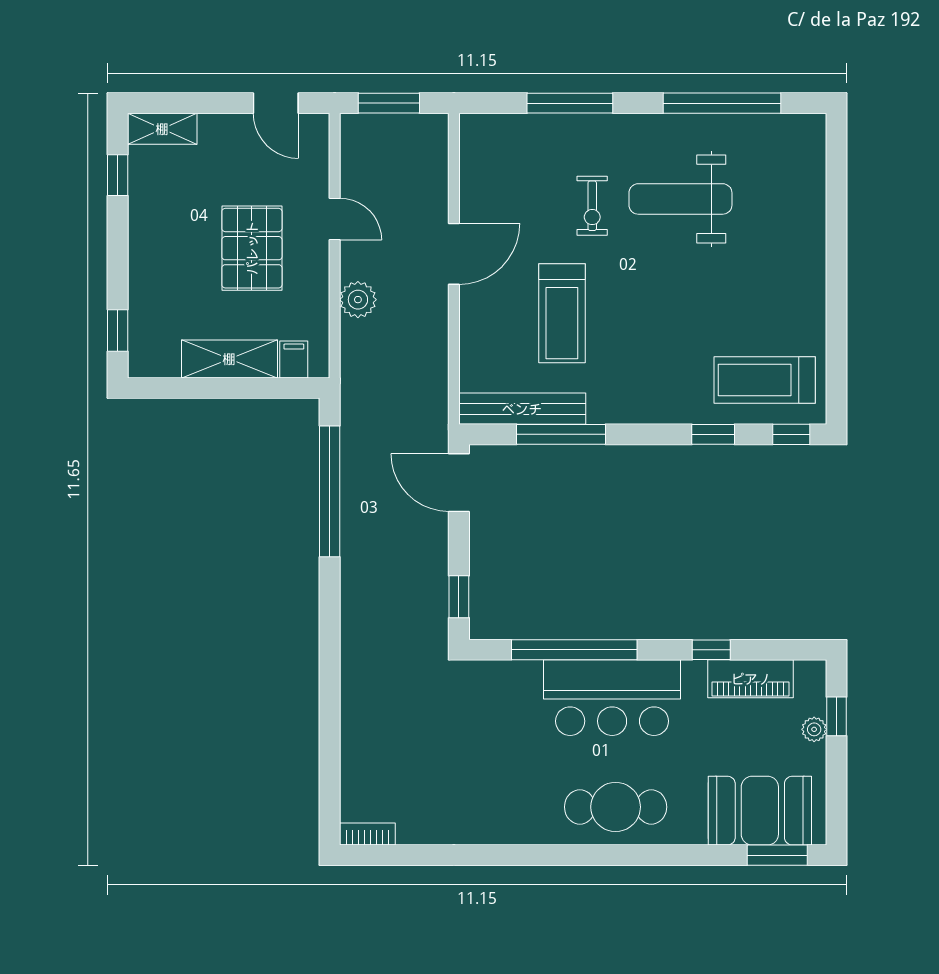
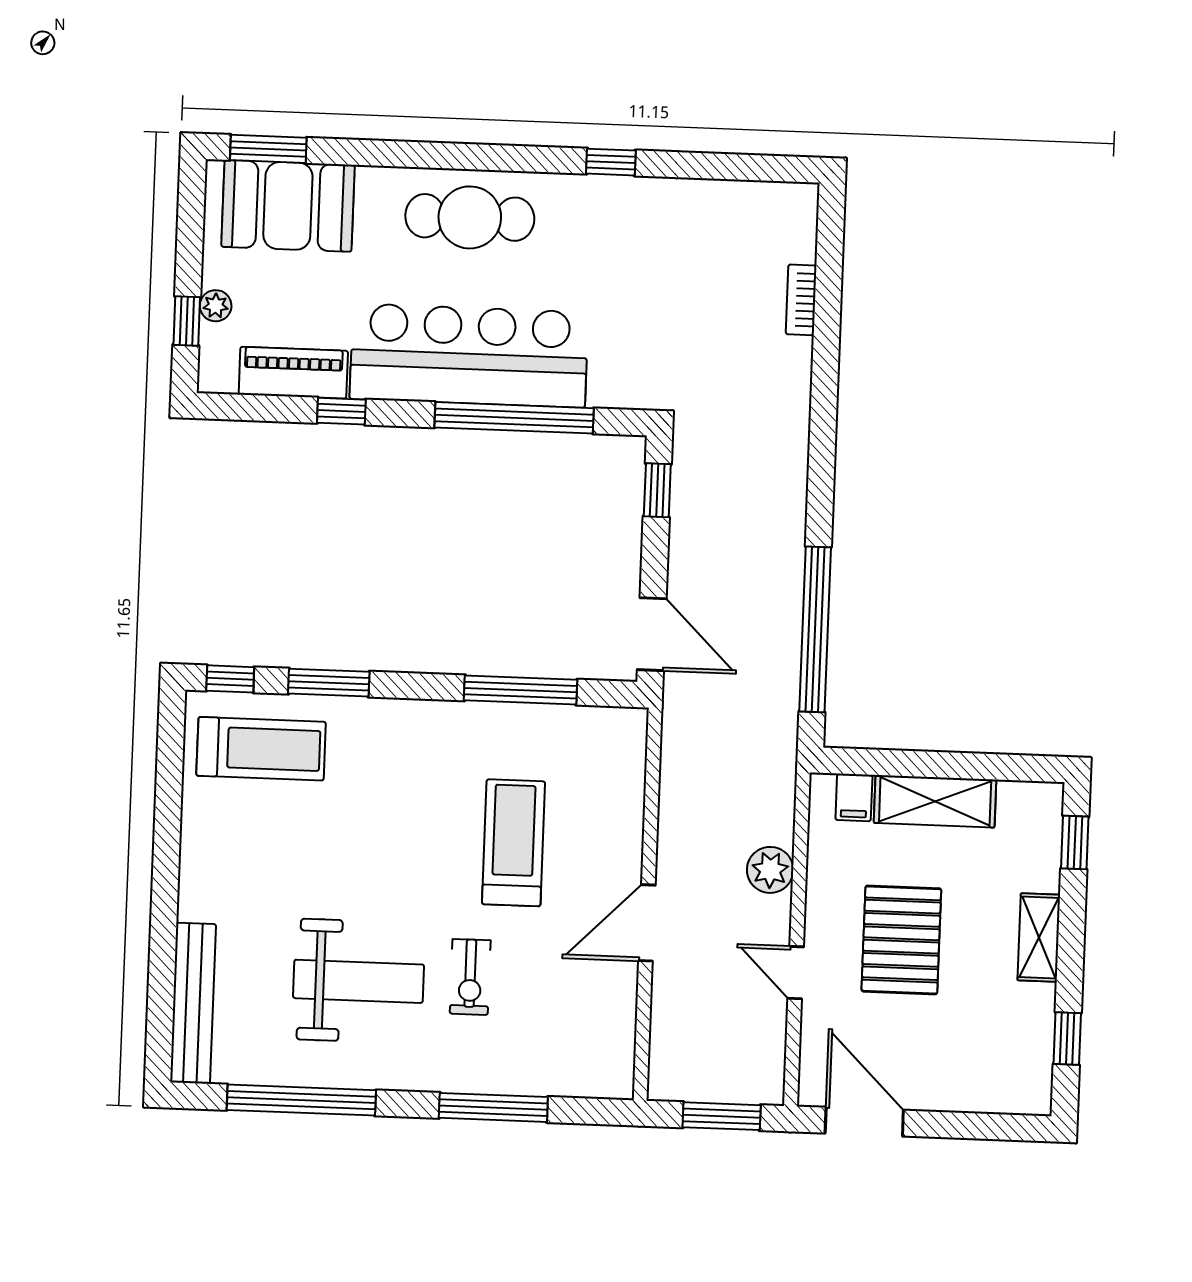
door: (276, 103) -> (864, 1122), width x1.38
shelving: (162, 129) -> (1039, 938), moved, turned 90
exercise bike: (592, 206) -> (470, 977), turned 180
bench: (522, 409) -> (193, 1003), moved, turned 90
window: (713, 434) -> (329, 683), width x1.50
bar counter: (612, 698) -> (469, 356), width x1.36
bookcase: (367, 834) -> (801, 300), moved, turned 90
window: (506, 855) -> (611, 162), added

